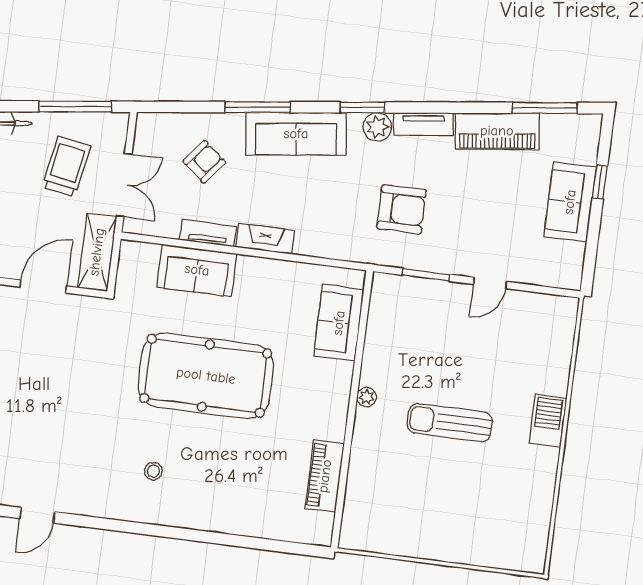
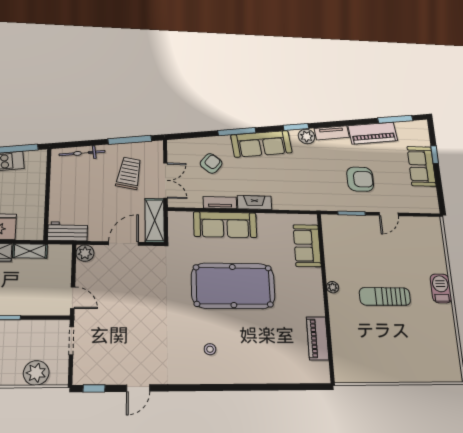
armchair: (402, 209) -> (360, 179), moved
sofa: (197, 270) -> (225, 225), width x1.36

